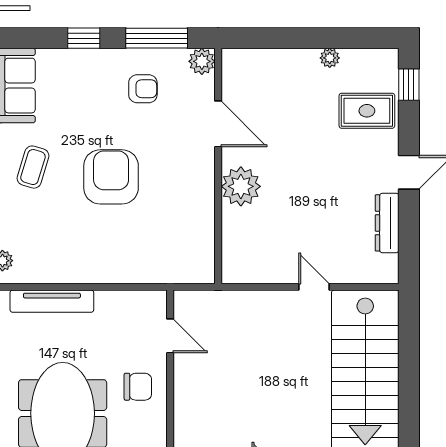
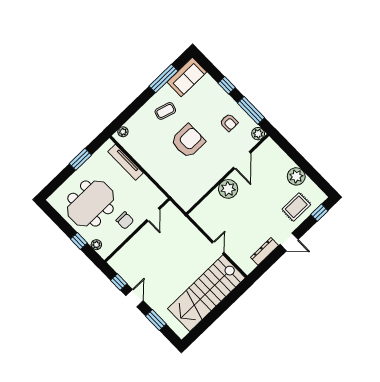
plant: (330, 58) -> (296, 176), width x1.87, depth x1.87
rug: (367, 111) -> (296, 207), turned 90

